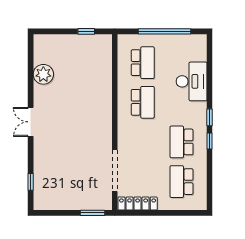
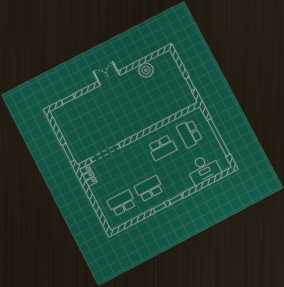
school desk: (143, 63) -> (189, 134), turned 90
desk: (192, 81) -> (203, 169), moved
locker: (138, 204) -> (88, 176), width x0.66

